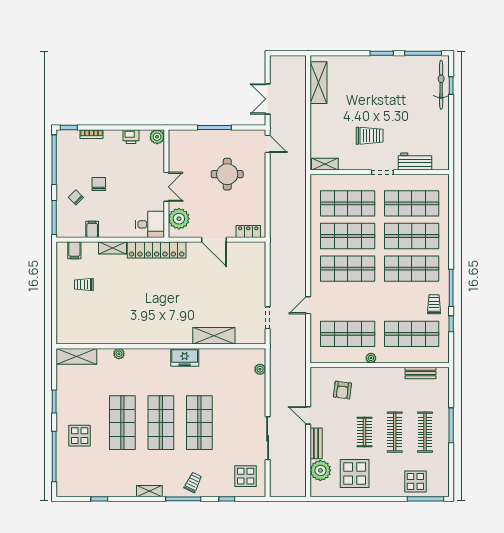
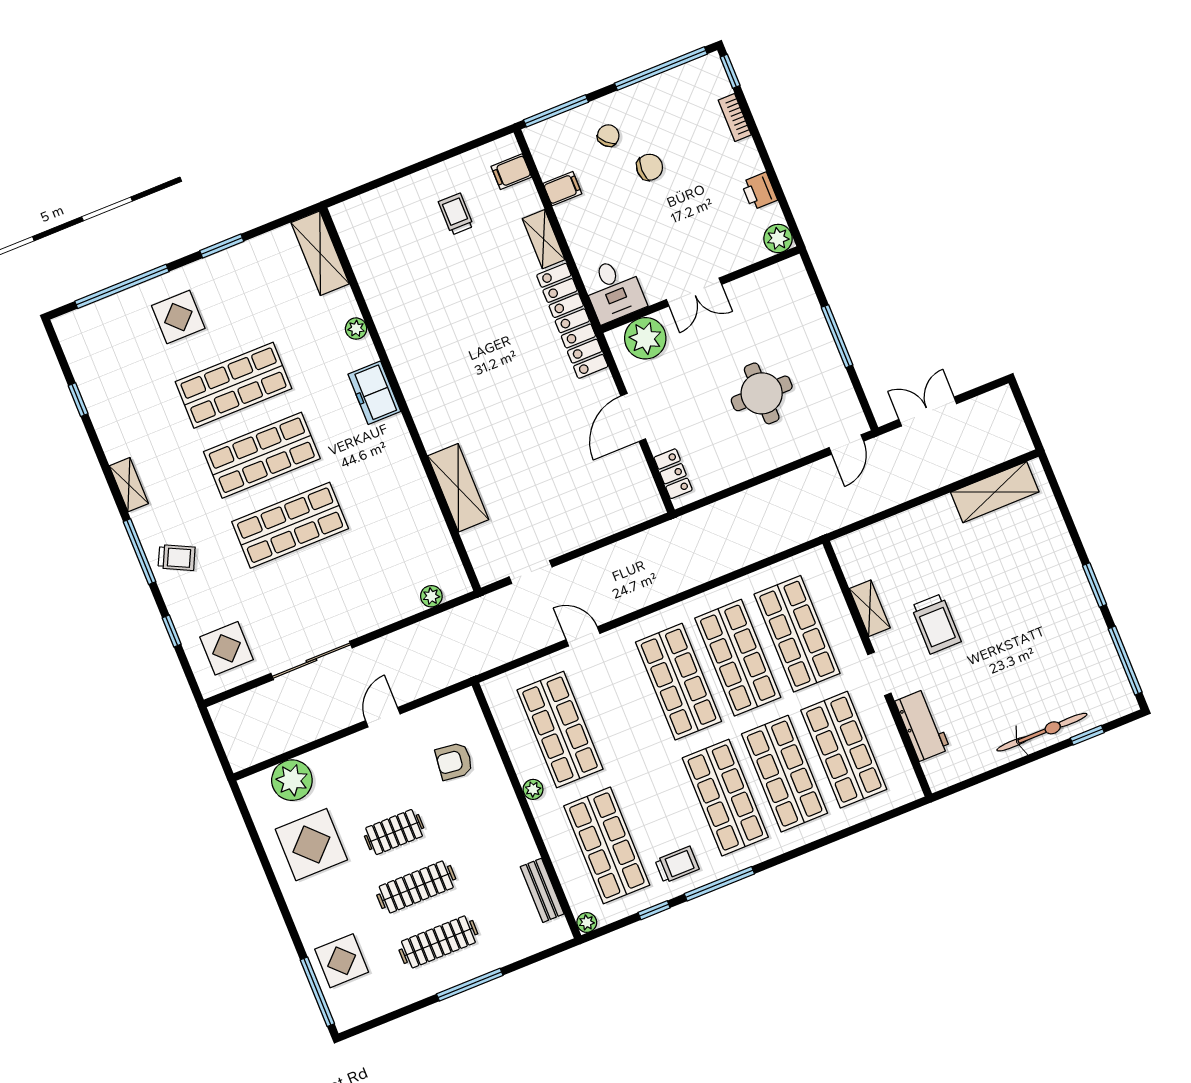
bicycle: (441, 85) -> (1042, 732), moved
shelving: (325, 164) -> (870, 608), moved
freezer: (185, 357) -> (374, 393), moved
plant: (444, 358) -> (587, 922), added
bench: (316, 443) -> (338, 752), removed

